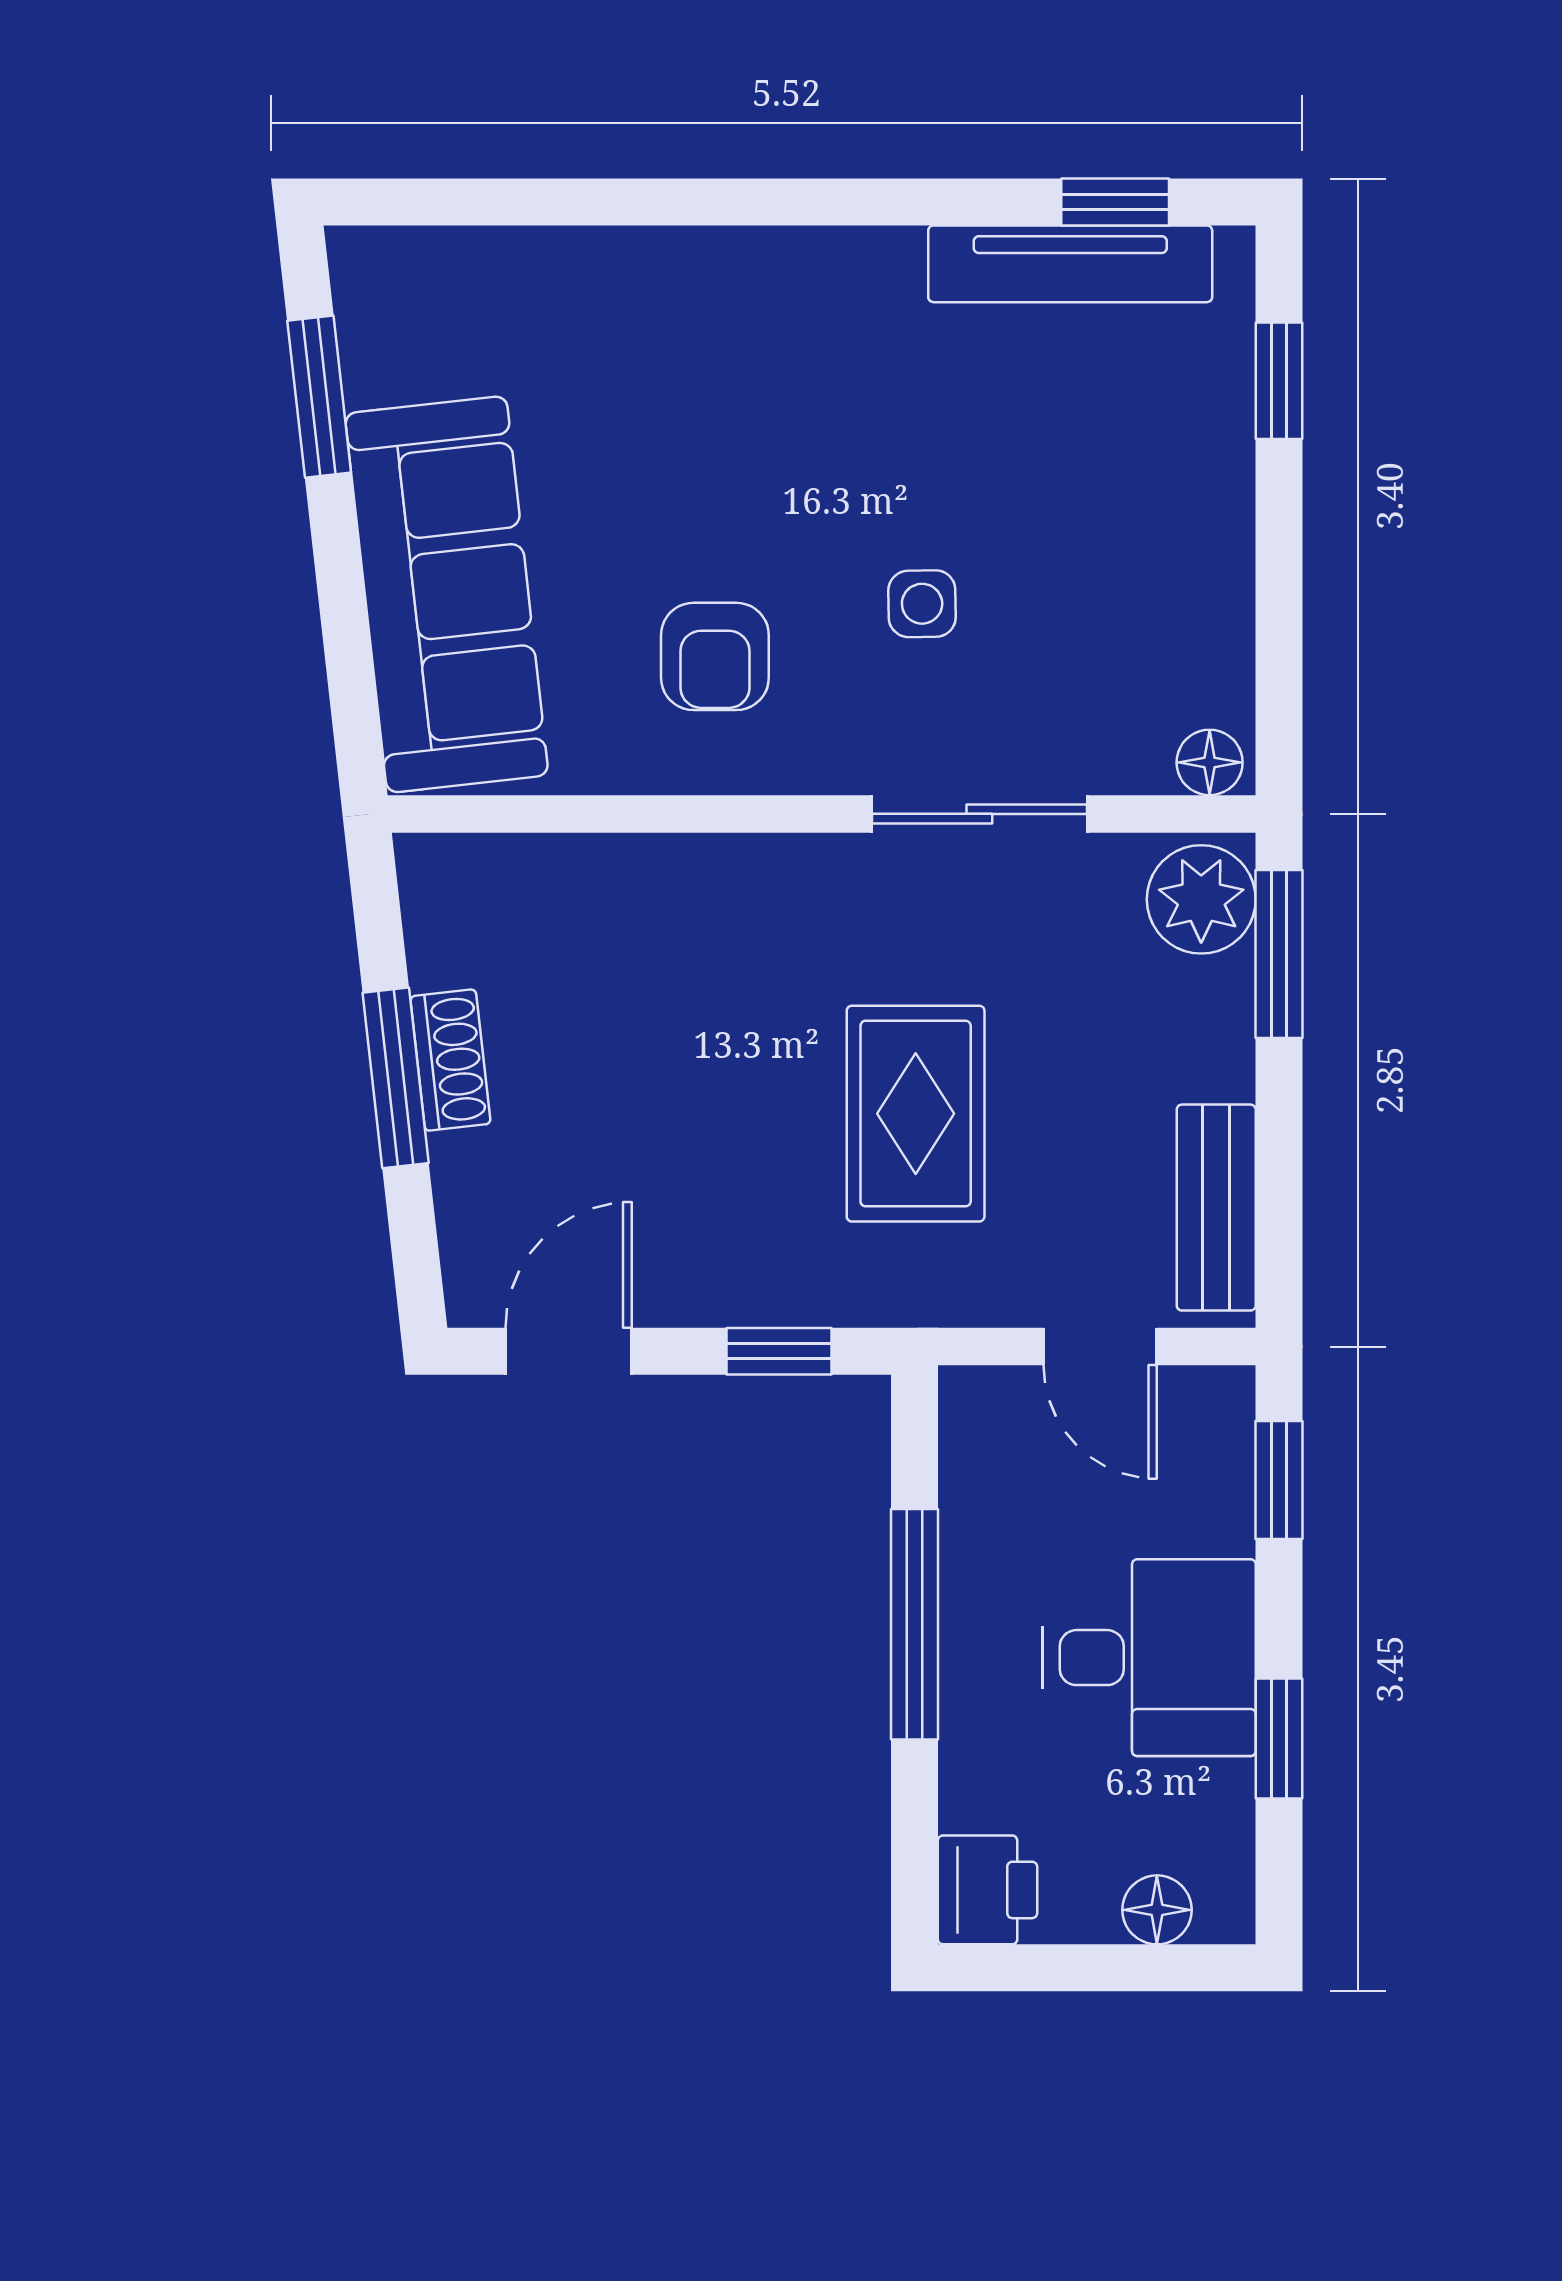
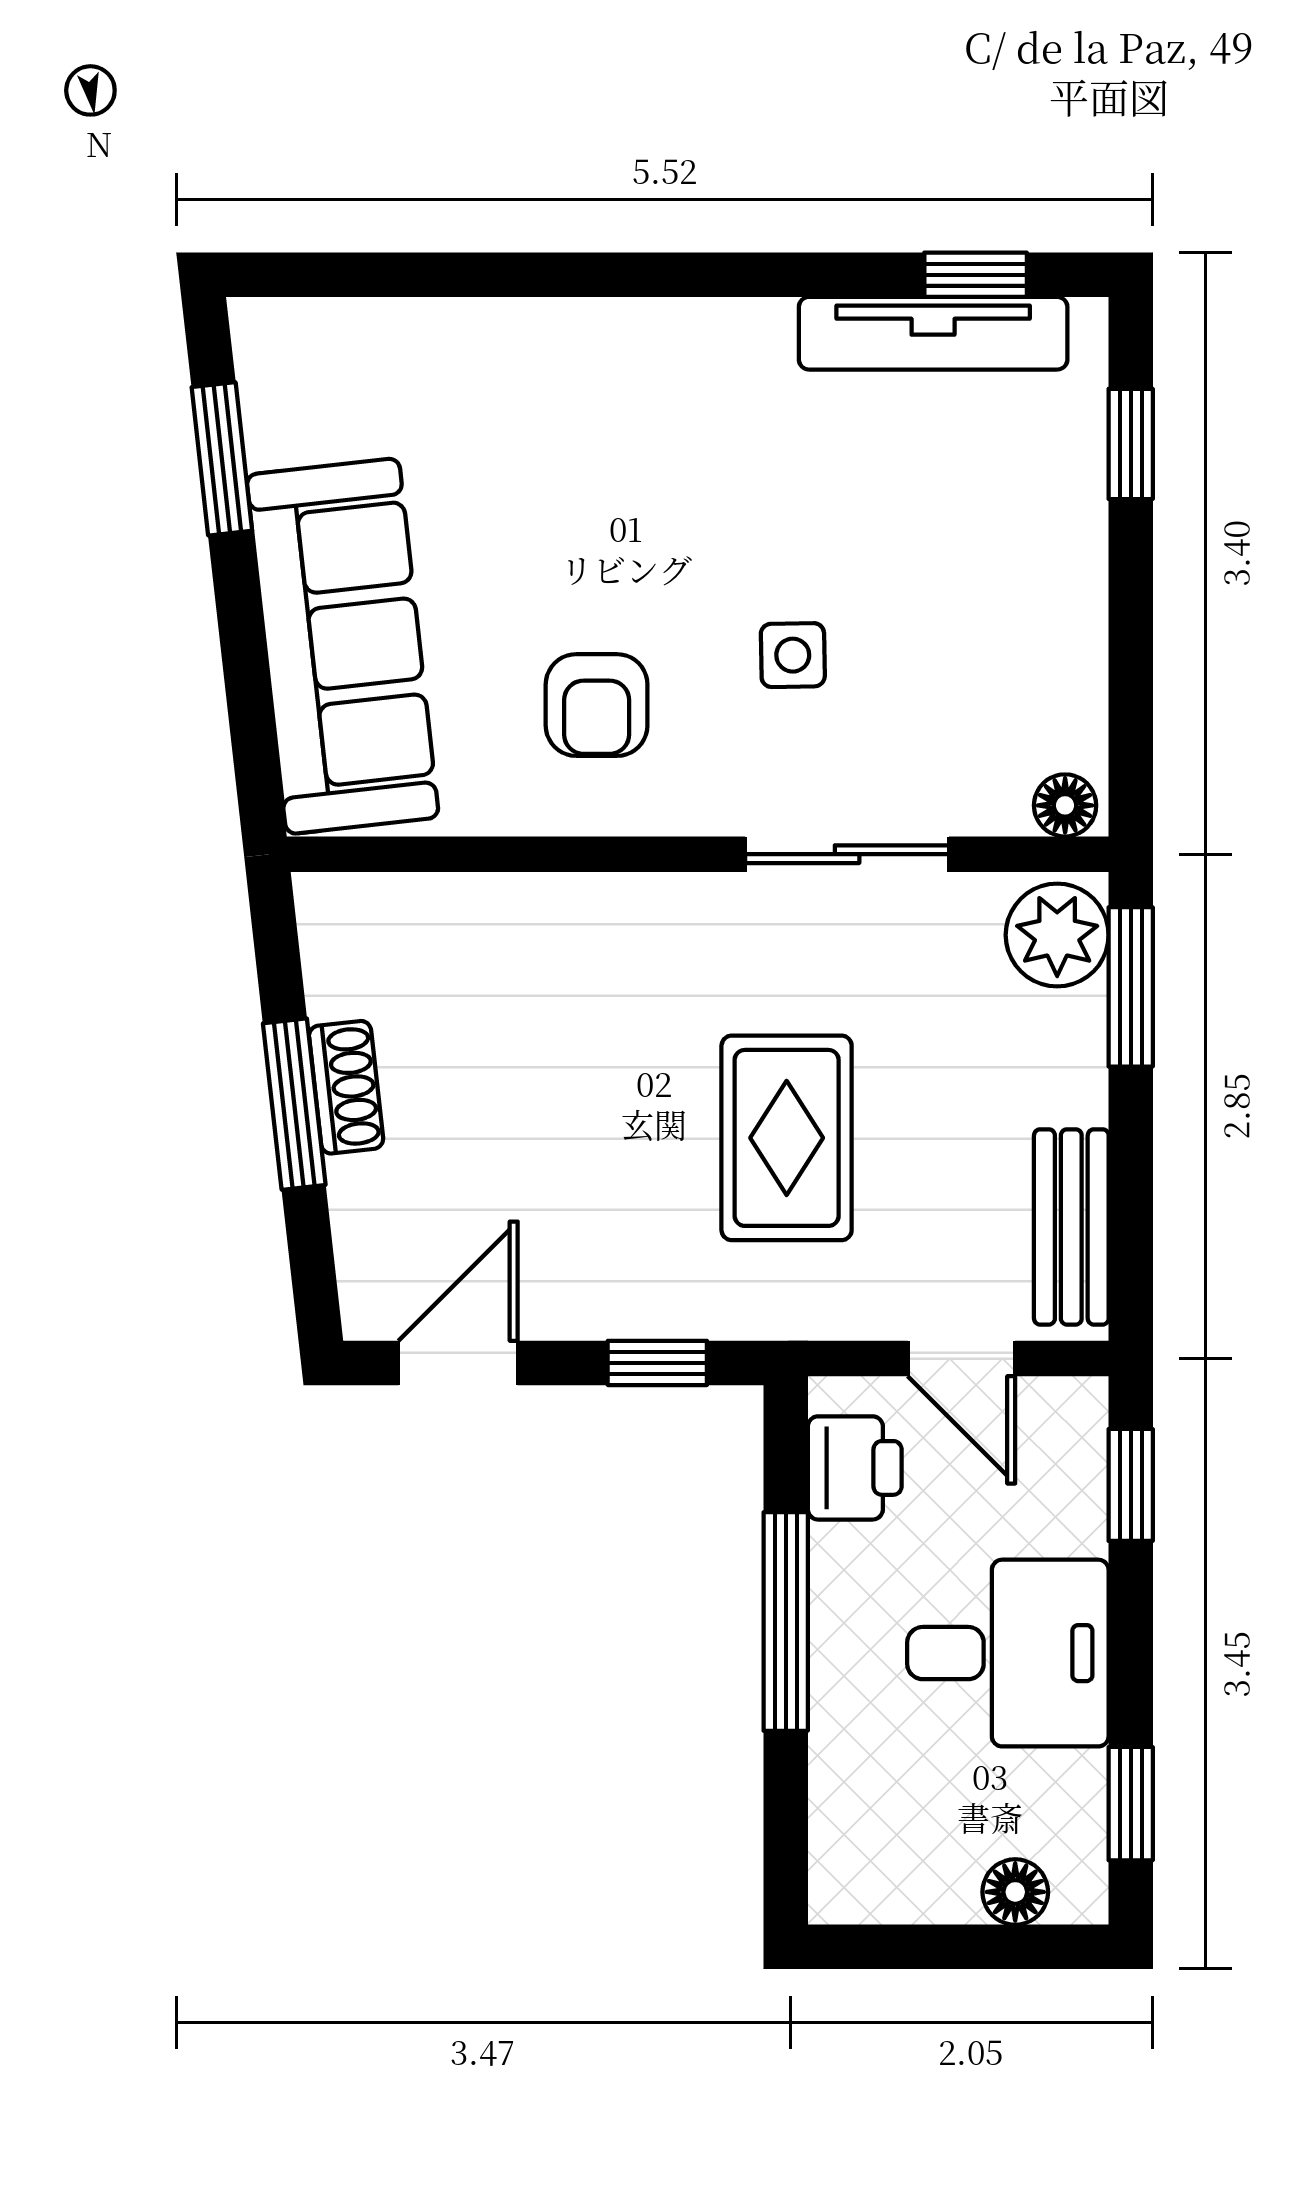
window: (1279, 1739) -> (1131, 1804), moved
printer: (987, 1890) -> (855, 1468), moved

